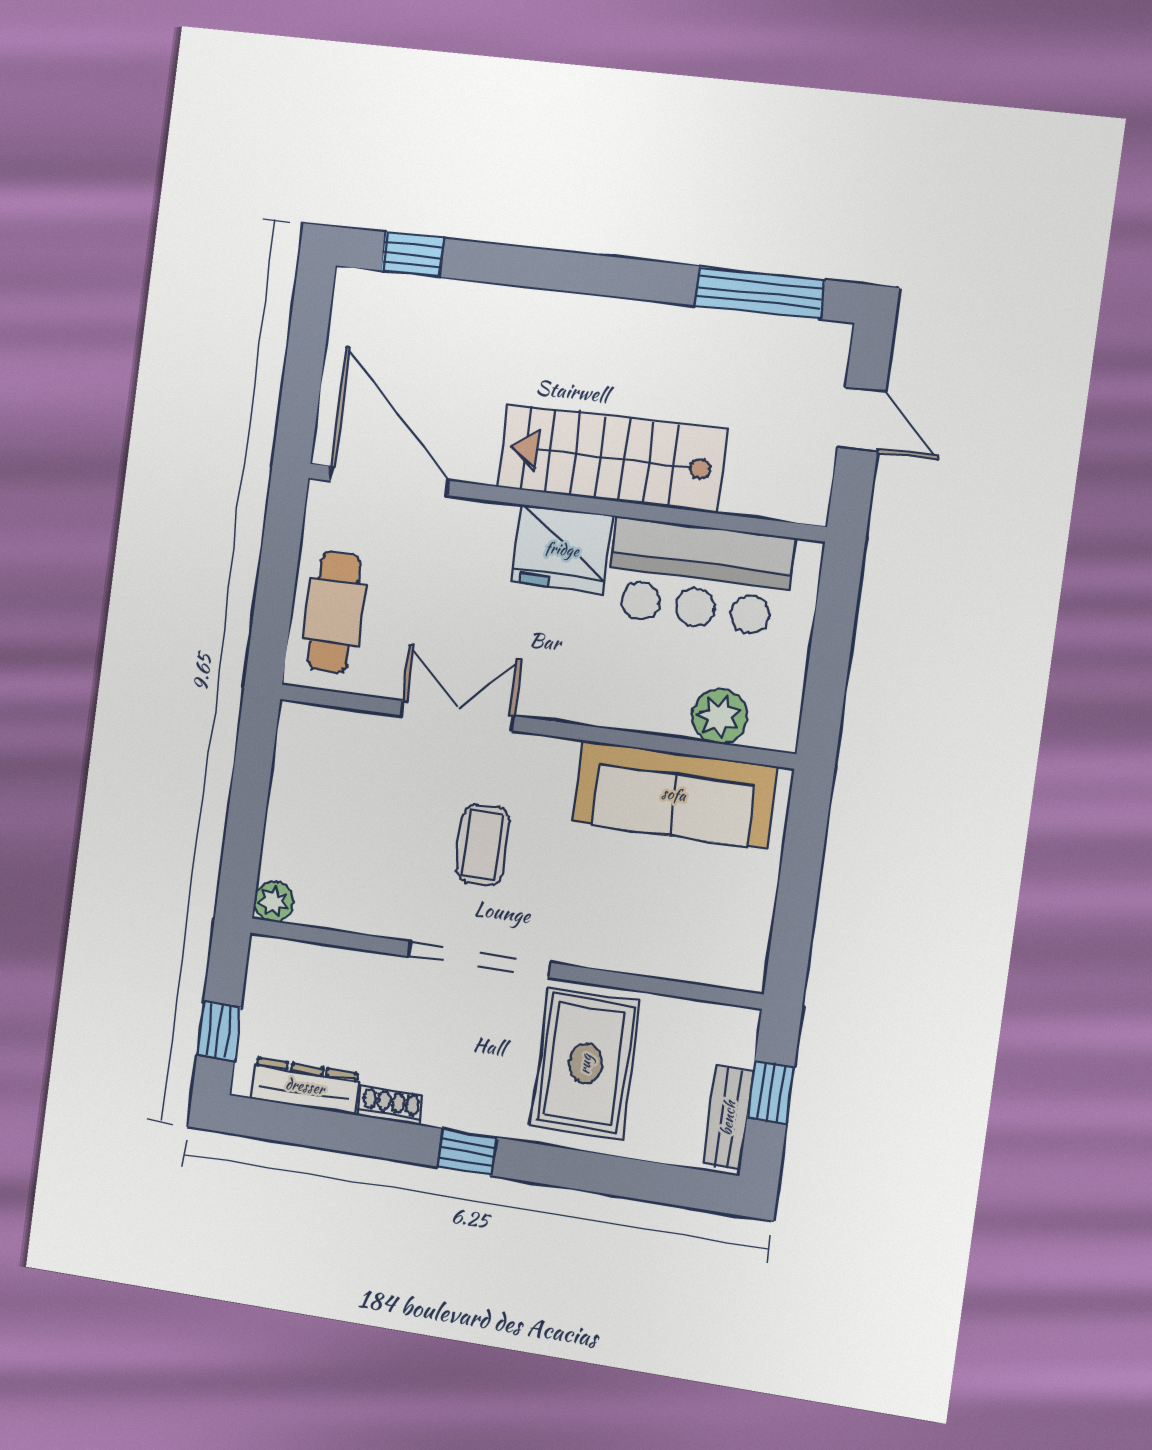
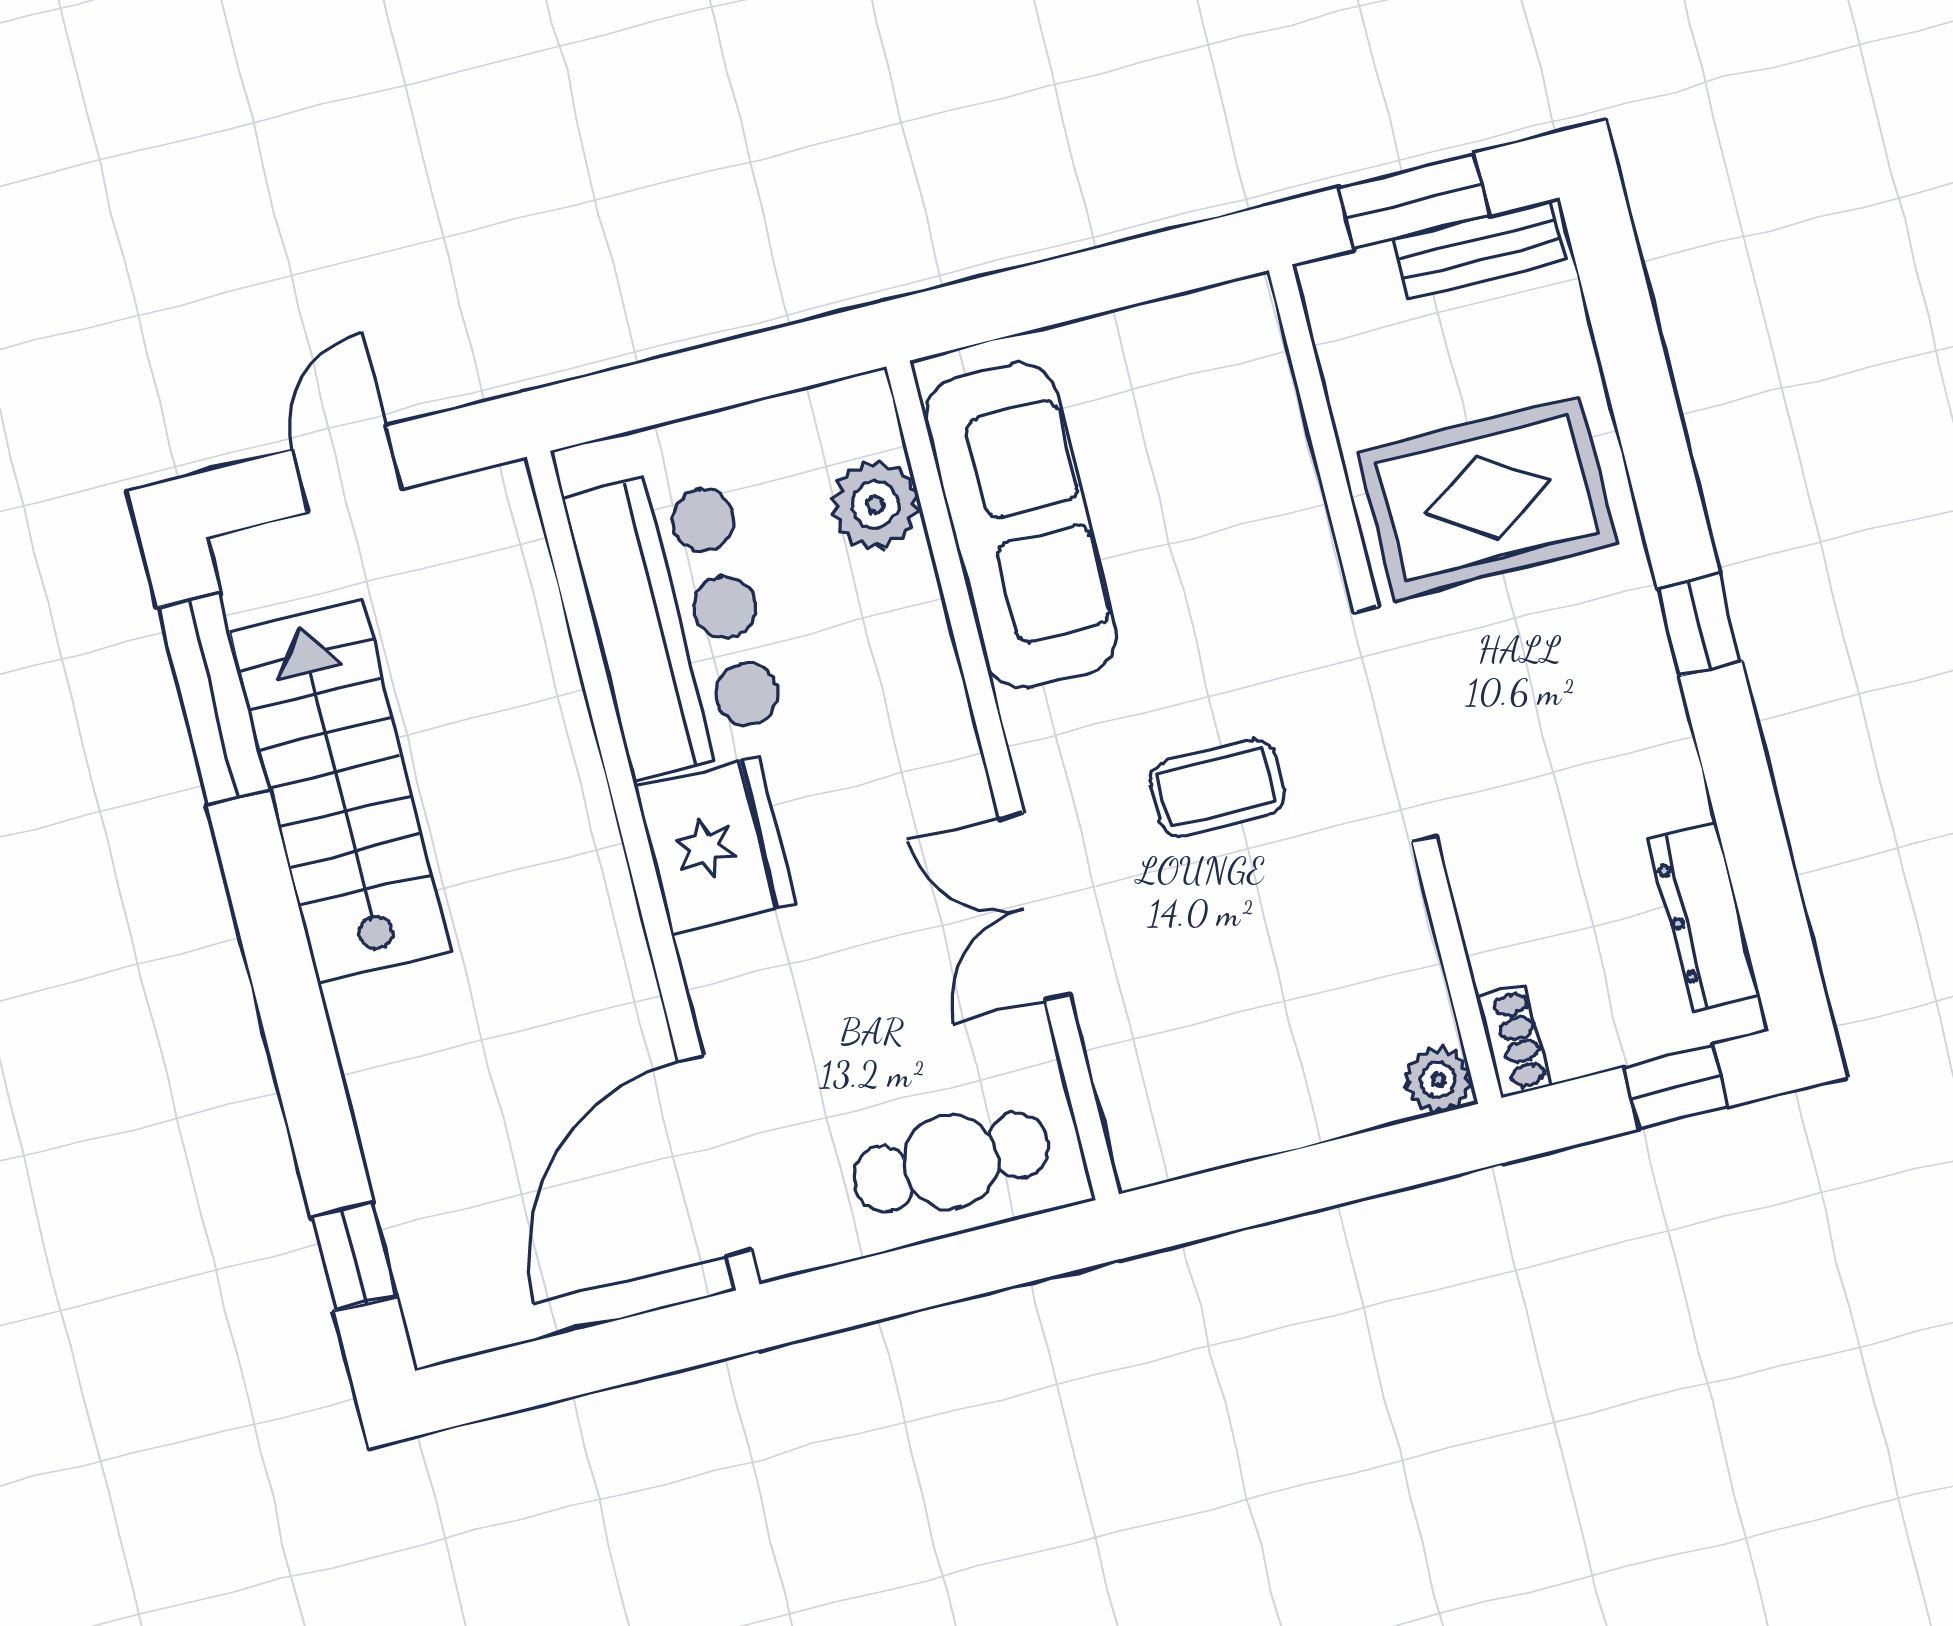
stairs: (612, 458) -> (340, 791), moved, turned 180
window: (771, 1093) -> (1413, 201), width x1.50
shoe rack: (391, 1105) -> (1513, 1041), moved, turned 180

